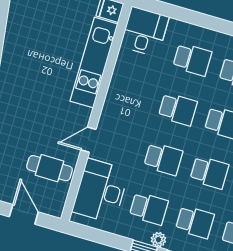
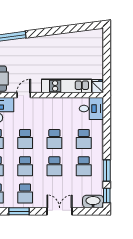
door: (88, 140) -> (24, 95), hinge flipped

